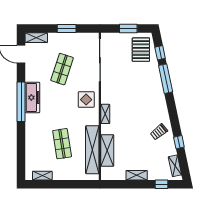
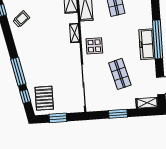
shop shelf: (62, 69) -> (120, 74), turned -33

